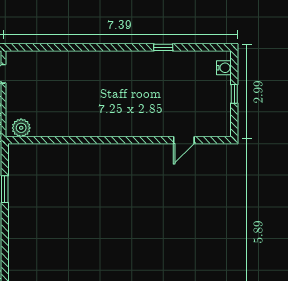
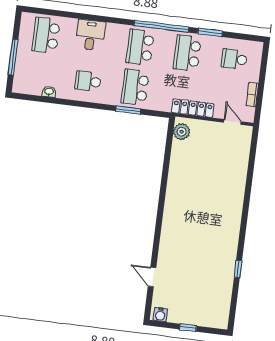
water cooler: (224, 68) -> (160, 315), moved

